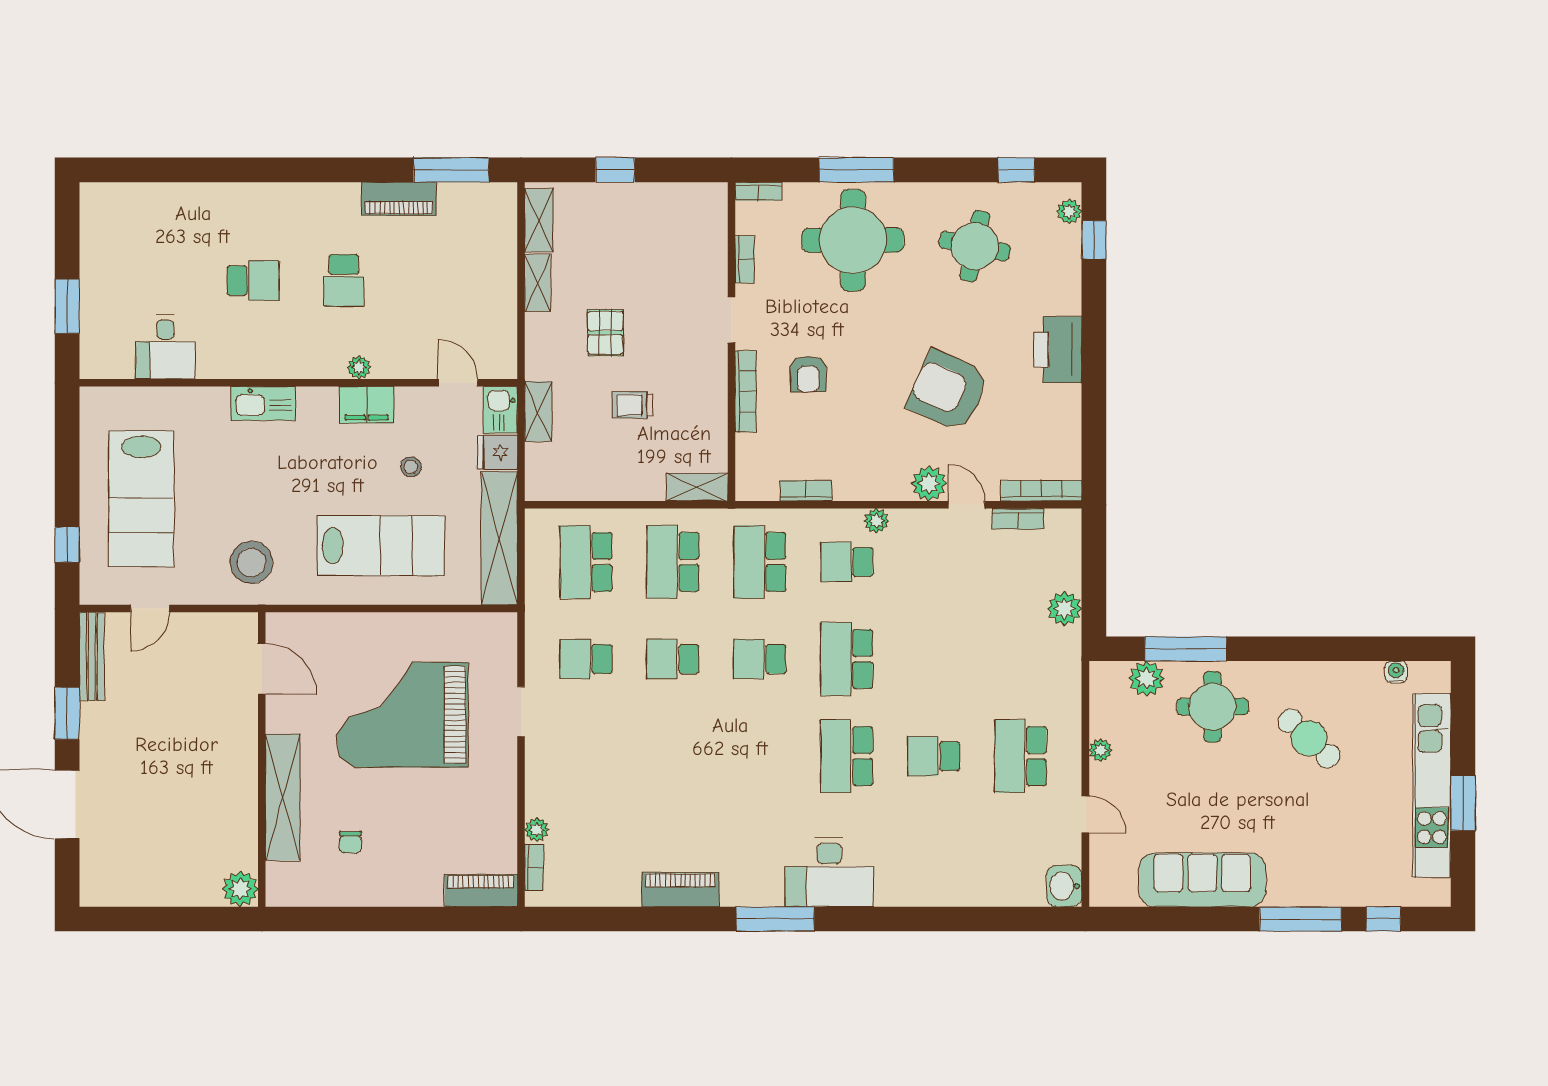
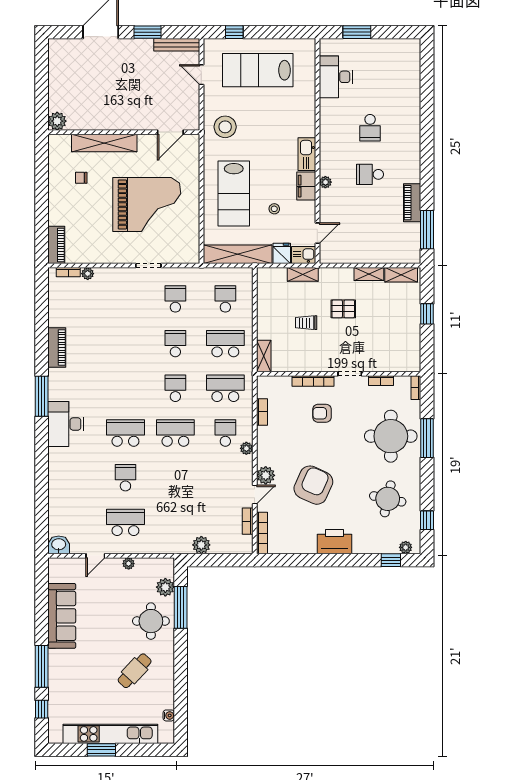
desk: (165, 347) -> (336, 77), width x1.37
kitchen sink: (263, 403) -> (307, 154), moved
trolley: (632, 405) -> (306, 323), turned -90
school desk: (586, 562) -> (225, 299), width x0.54
grand piano: (402, 715) -> (147, 204), turned 90

